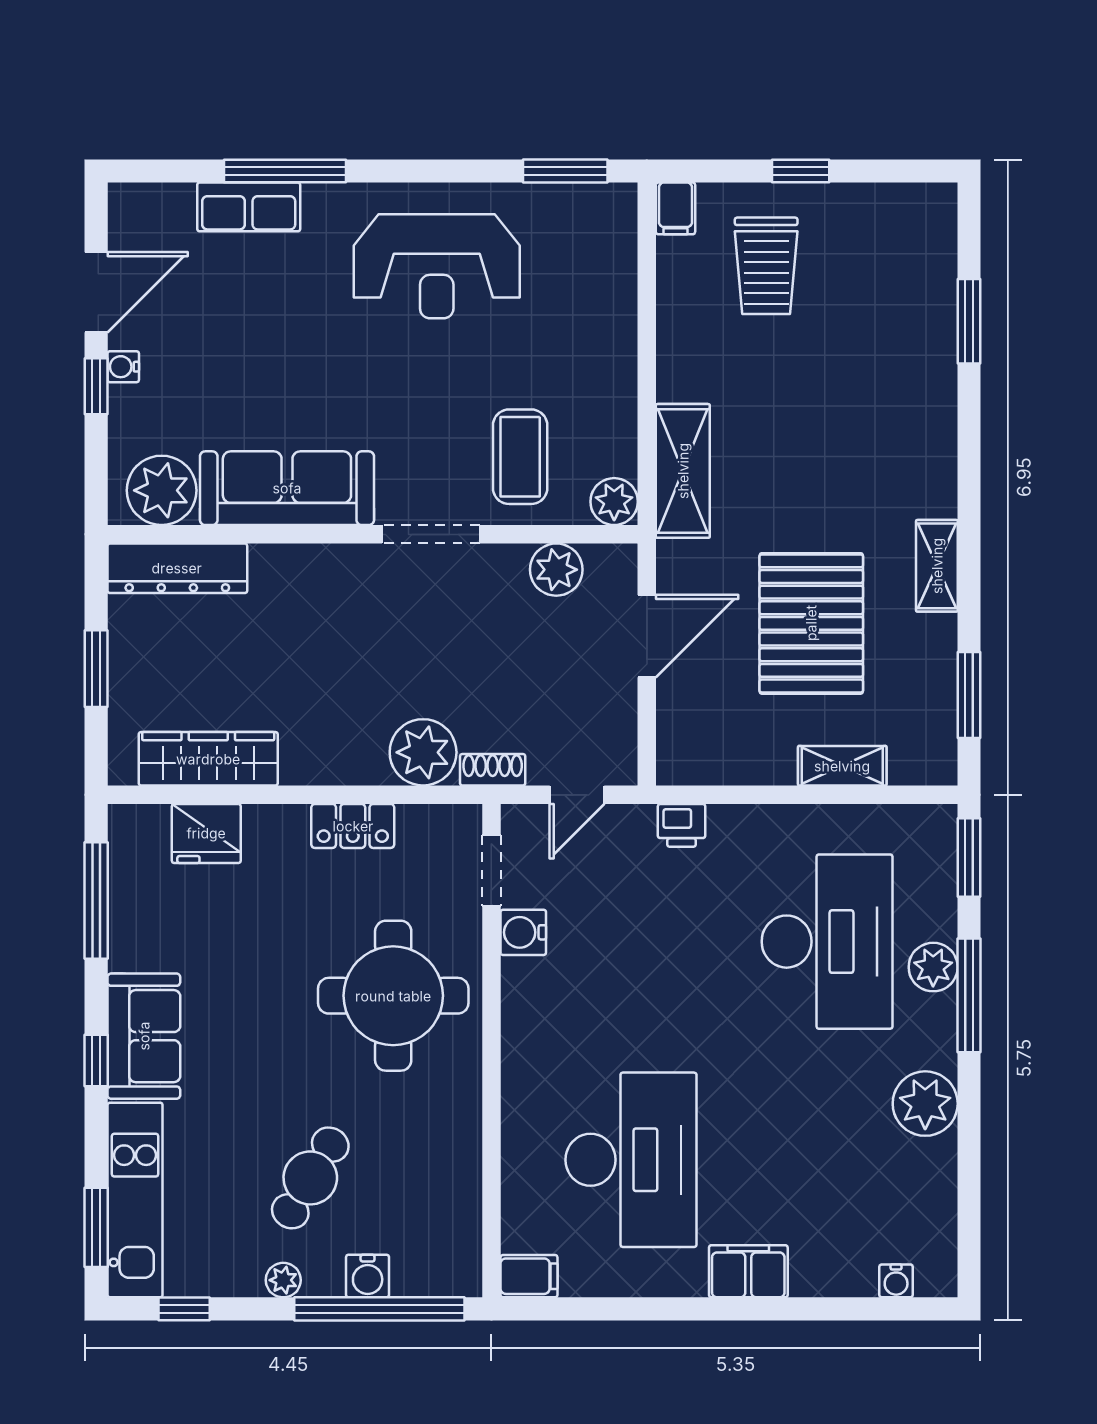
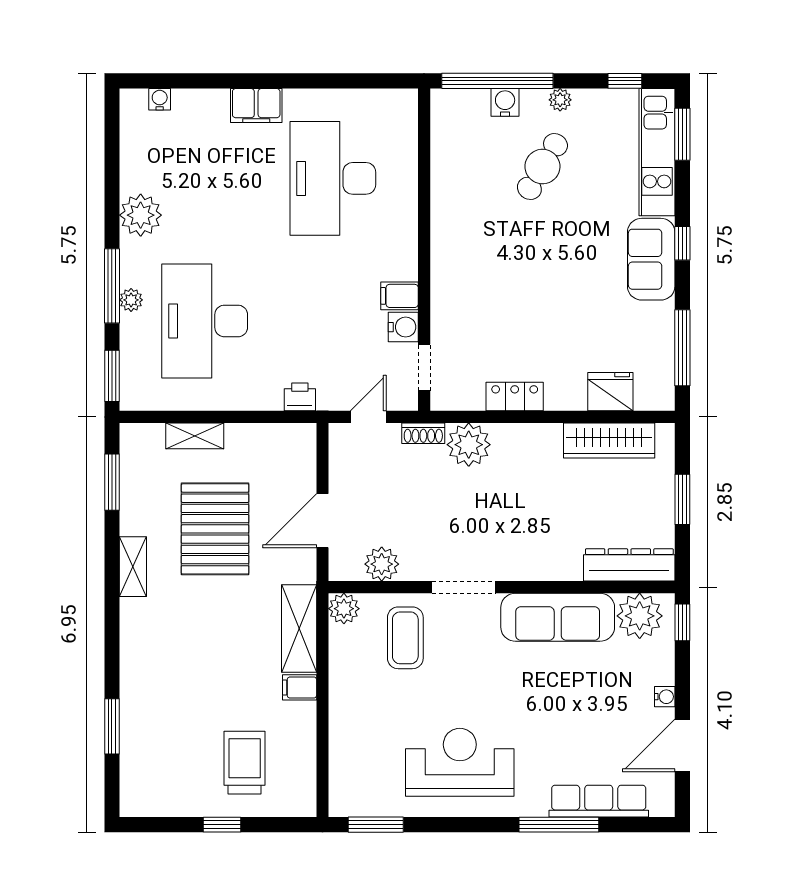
row of seats: (249, 207) -> (599, 801), width x1.48
filing cabinet: (675, 208) -> (300, 687), moved, turned -90
window: (96, 386) -> (682, 622), moved
plant: (933, 967) -> (131, 300), width x0.73, depth x0.73
round table: (393, 996) -> (488, 286), removed
filing cabinet: (529, 1276) -> (400, 296), moved

